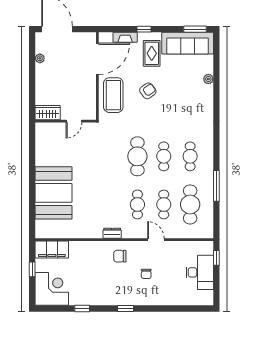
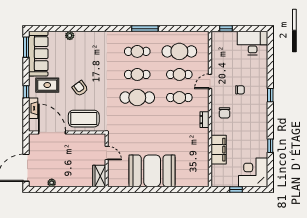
window: (216, 186) -> (145, 29), moved
booth: (54, 193) -> (152, 171), moved
filing cabinet: (52, 249) -> (219, 150), moved
desk: (200, 272) -> (253, 43), moved
window: (126, 309) -> (270, 95), moved

